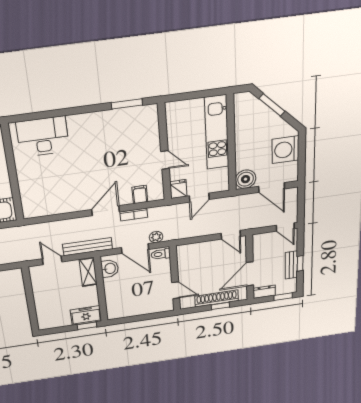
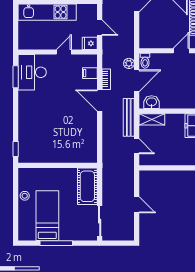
window: (27, 117) -> (16, 149), added
desk: (43, 137) -> (32, 72), moved
door: (52, 260) -> (137, 146), swing flipped

